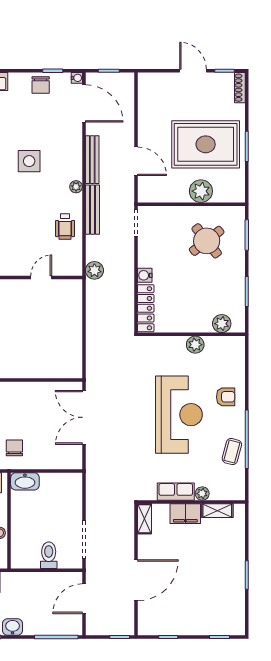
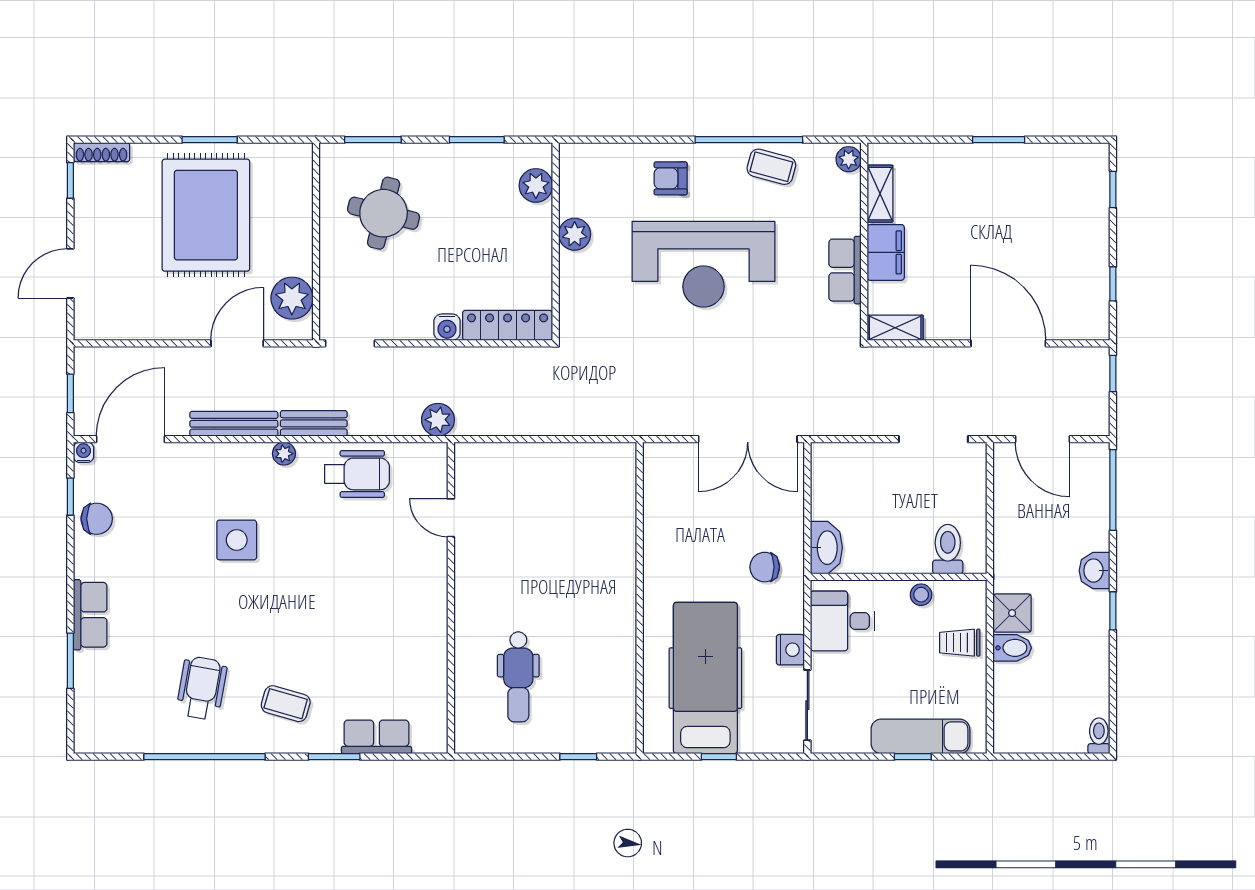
door: (193, 71) -> (70, 273), moved
plant: (201, 191) -> (292, 298), moved
bench: (92, 210) -> (314, 423), width x0.73
wheelchair: (65, 226) -> (357, 474), width x1.36, depth x1.37
round table: (207, 241) -> (384, 213), turned -38
armchair: (226, 397) -> (671, 178), turned -90
reception desk: (179, 415) -> (703, 264), turned 180
double door: (84, 417) -> (748, 439), moved
plant: (202, 494) -> (849, 159), moved
toilet: (49, 555) -> (948, 549), moved, turned 90

